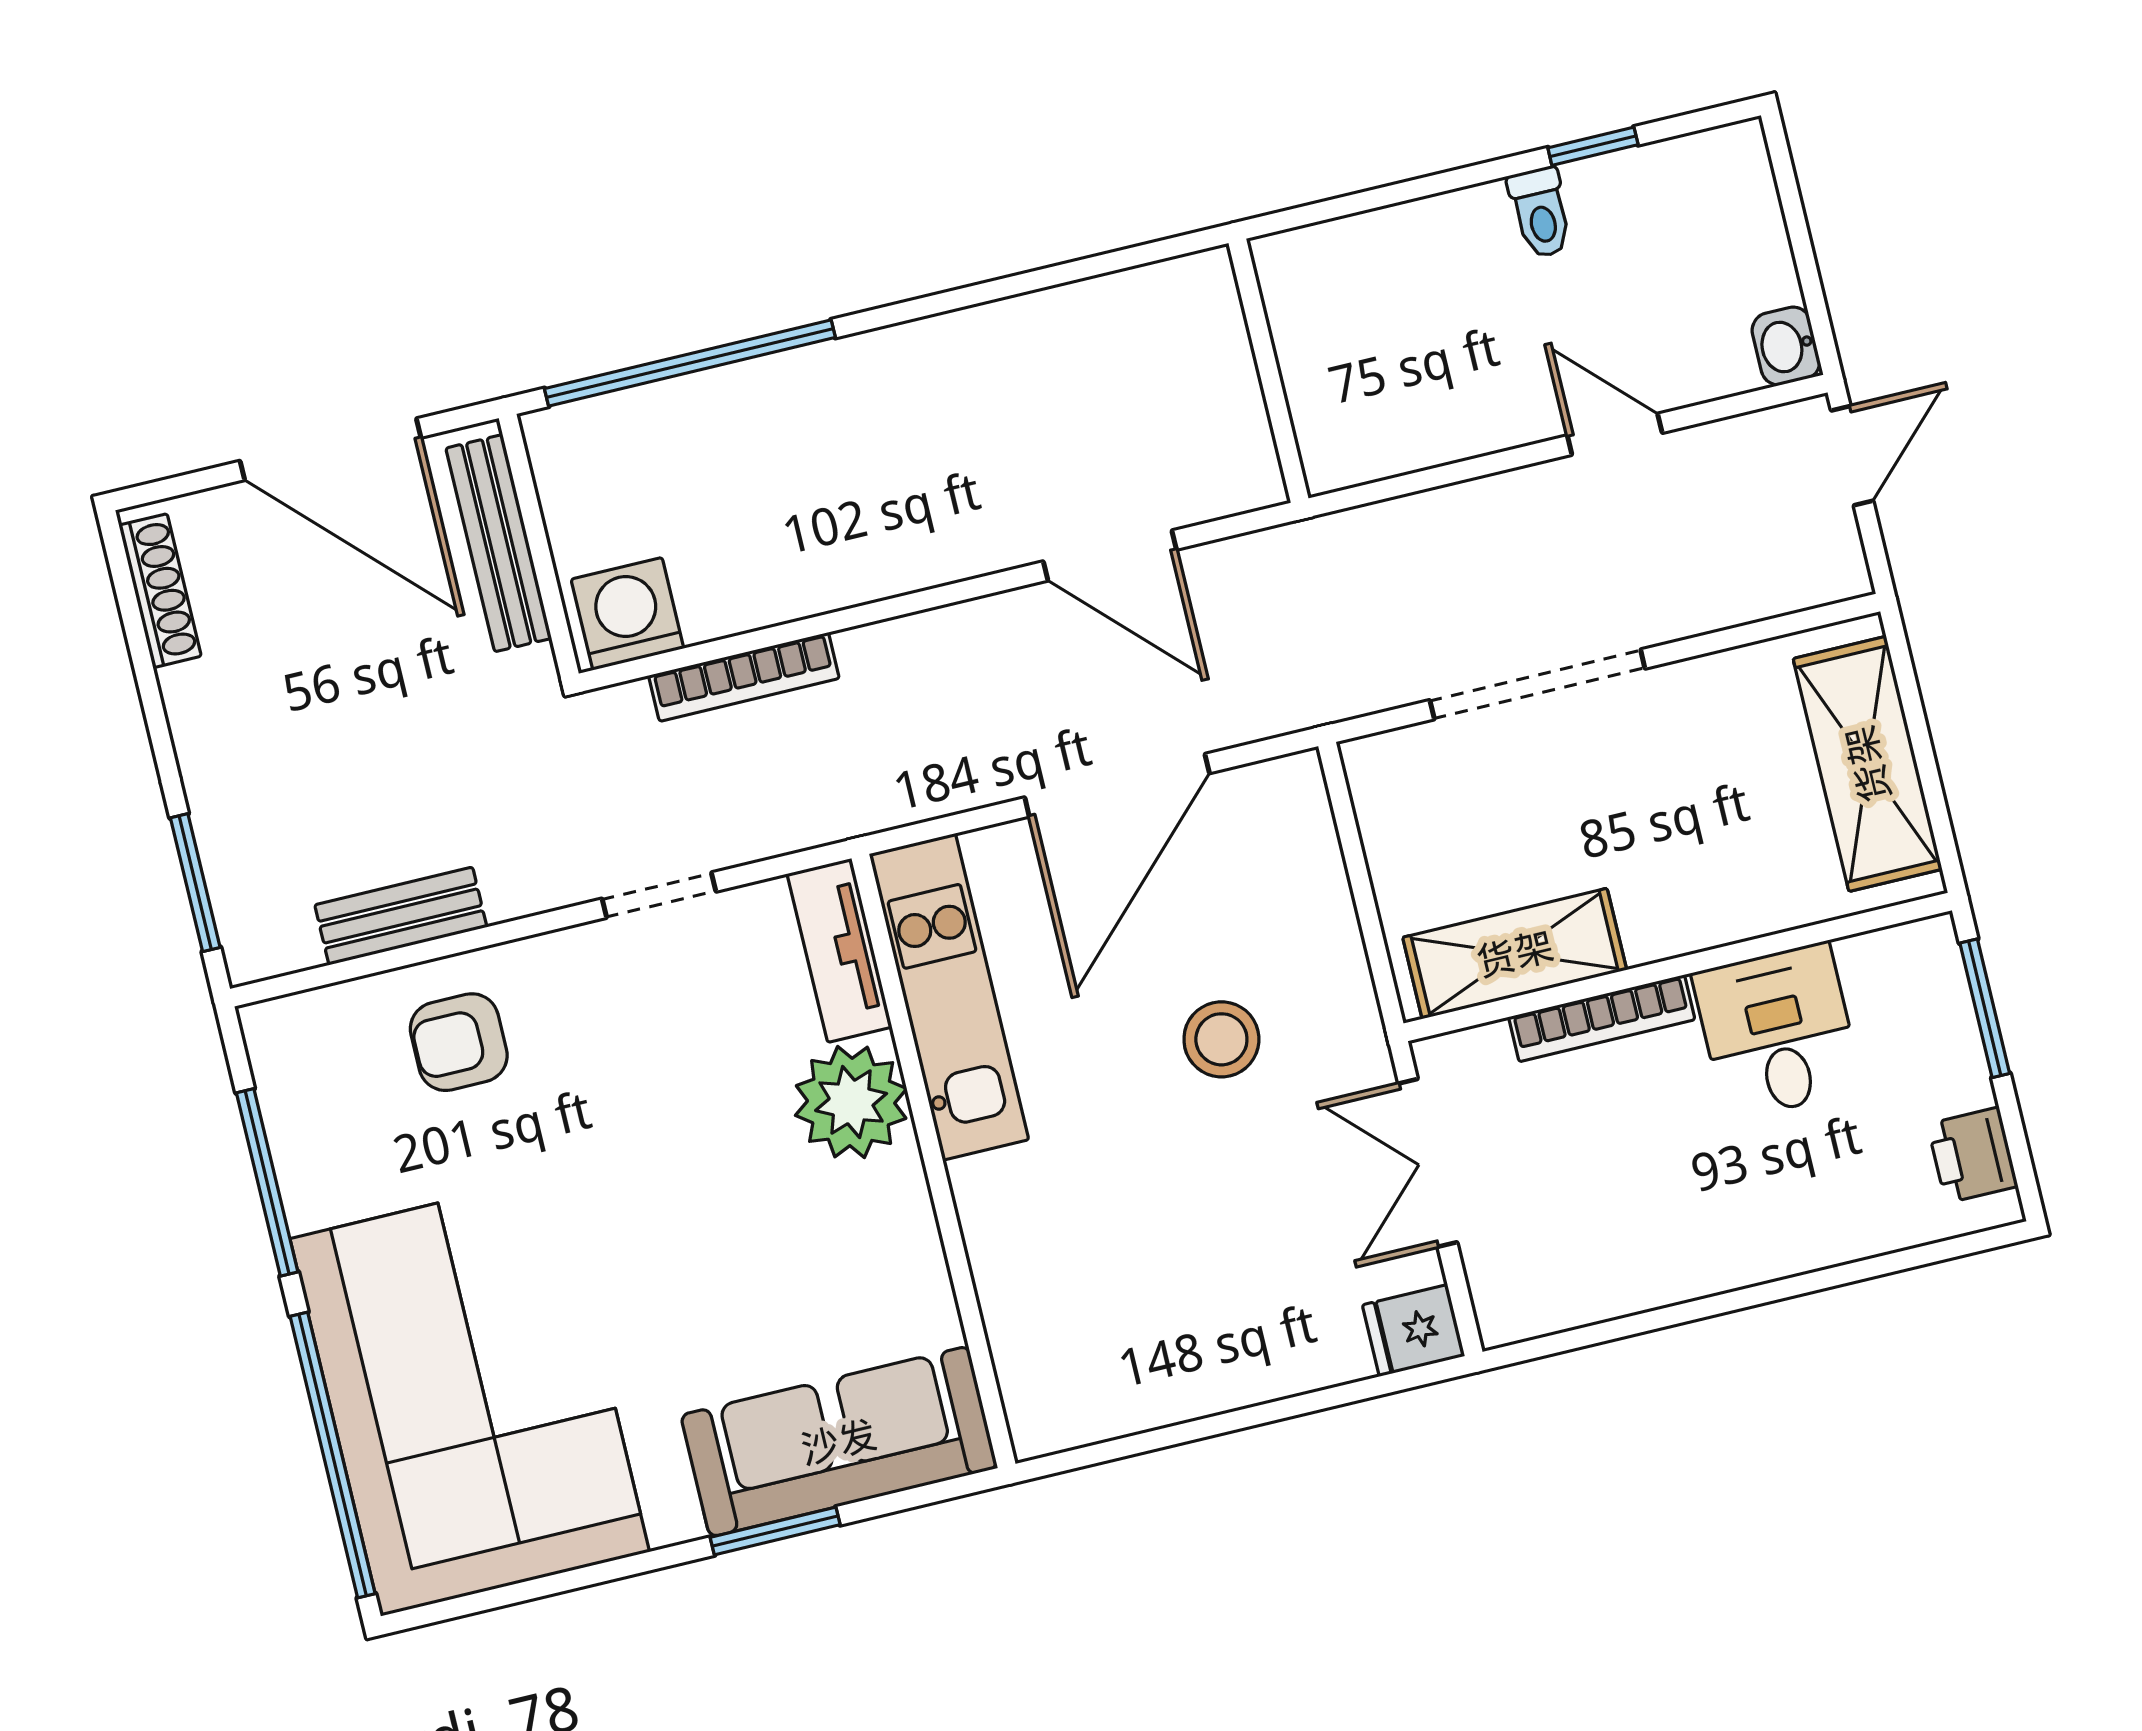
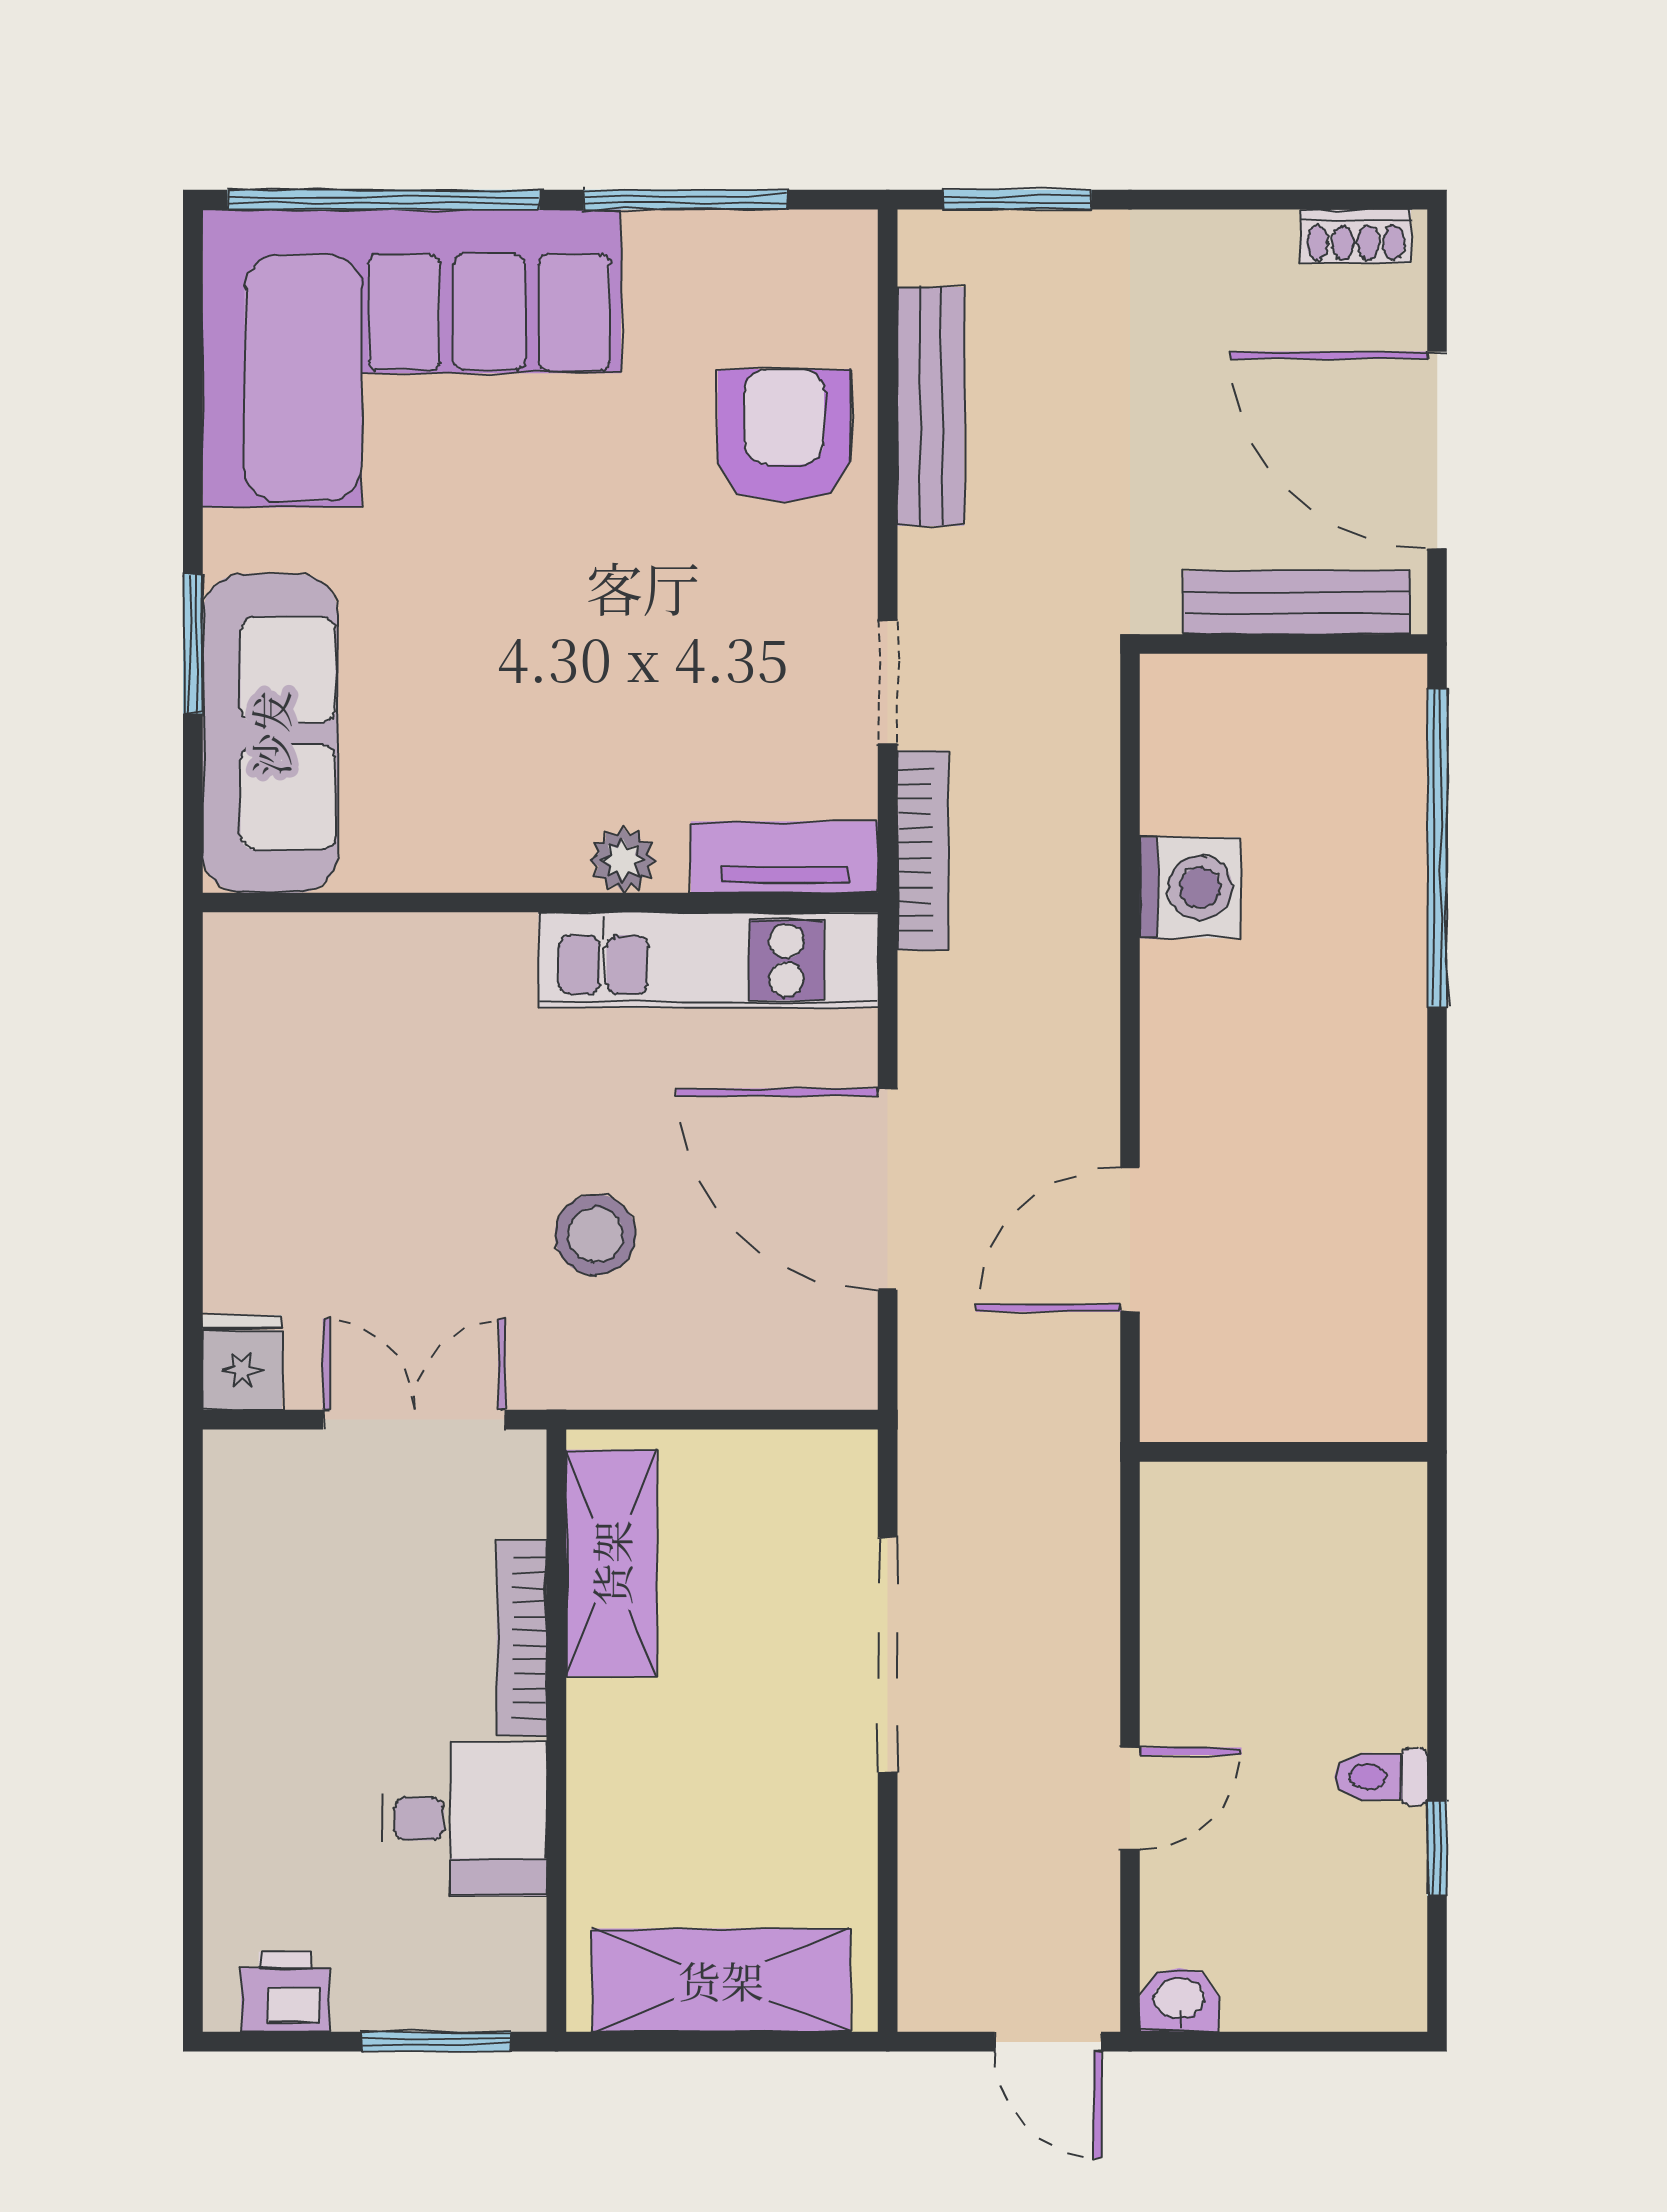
door: (330, 449) -> (1437, 450), hinge flipped
shoe rack: (160, 591) -> (1356, 236), width x0.70
washing machine: (627, 614) -> (1190, 888), moved
bookcase: (744, 677) -> (923, 850), moved, turned 180
bench: (401, 916) -> (931, 406), width x1.36
armchair: (459, 1042) -> (784, 435), width x1.38, depth x1.38
plant: (851, 1102) -> (623, 860), width x0.53, depth x0.53

